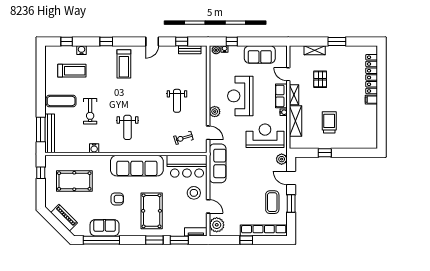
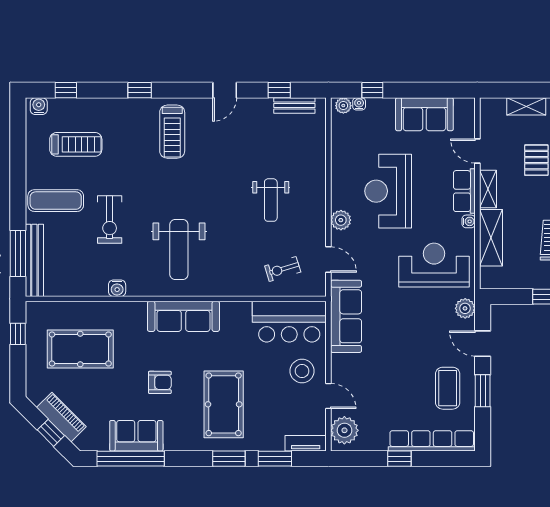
water cooler: (82, 50) -> (39, 106), moved
weight bench: (127, 127) -> (179, 249), width x1.36, depth x1.33
sofa: (137, 166) -> (183, 316), width x0.74, depth x0.79
window: (58, 226) -> (51, 433), added

